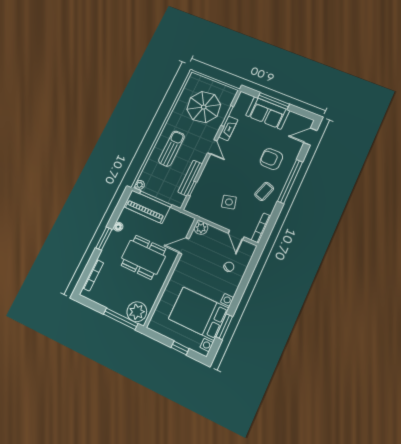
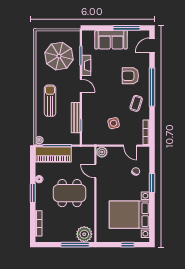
window: (274, 101) -> (127, 28), moved
door: (184, 246) -> (95, 171), hinge flipped
window: (224, 327) -> (152, 183), moved

